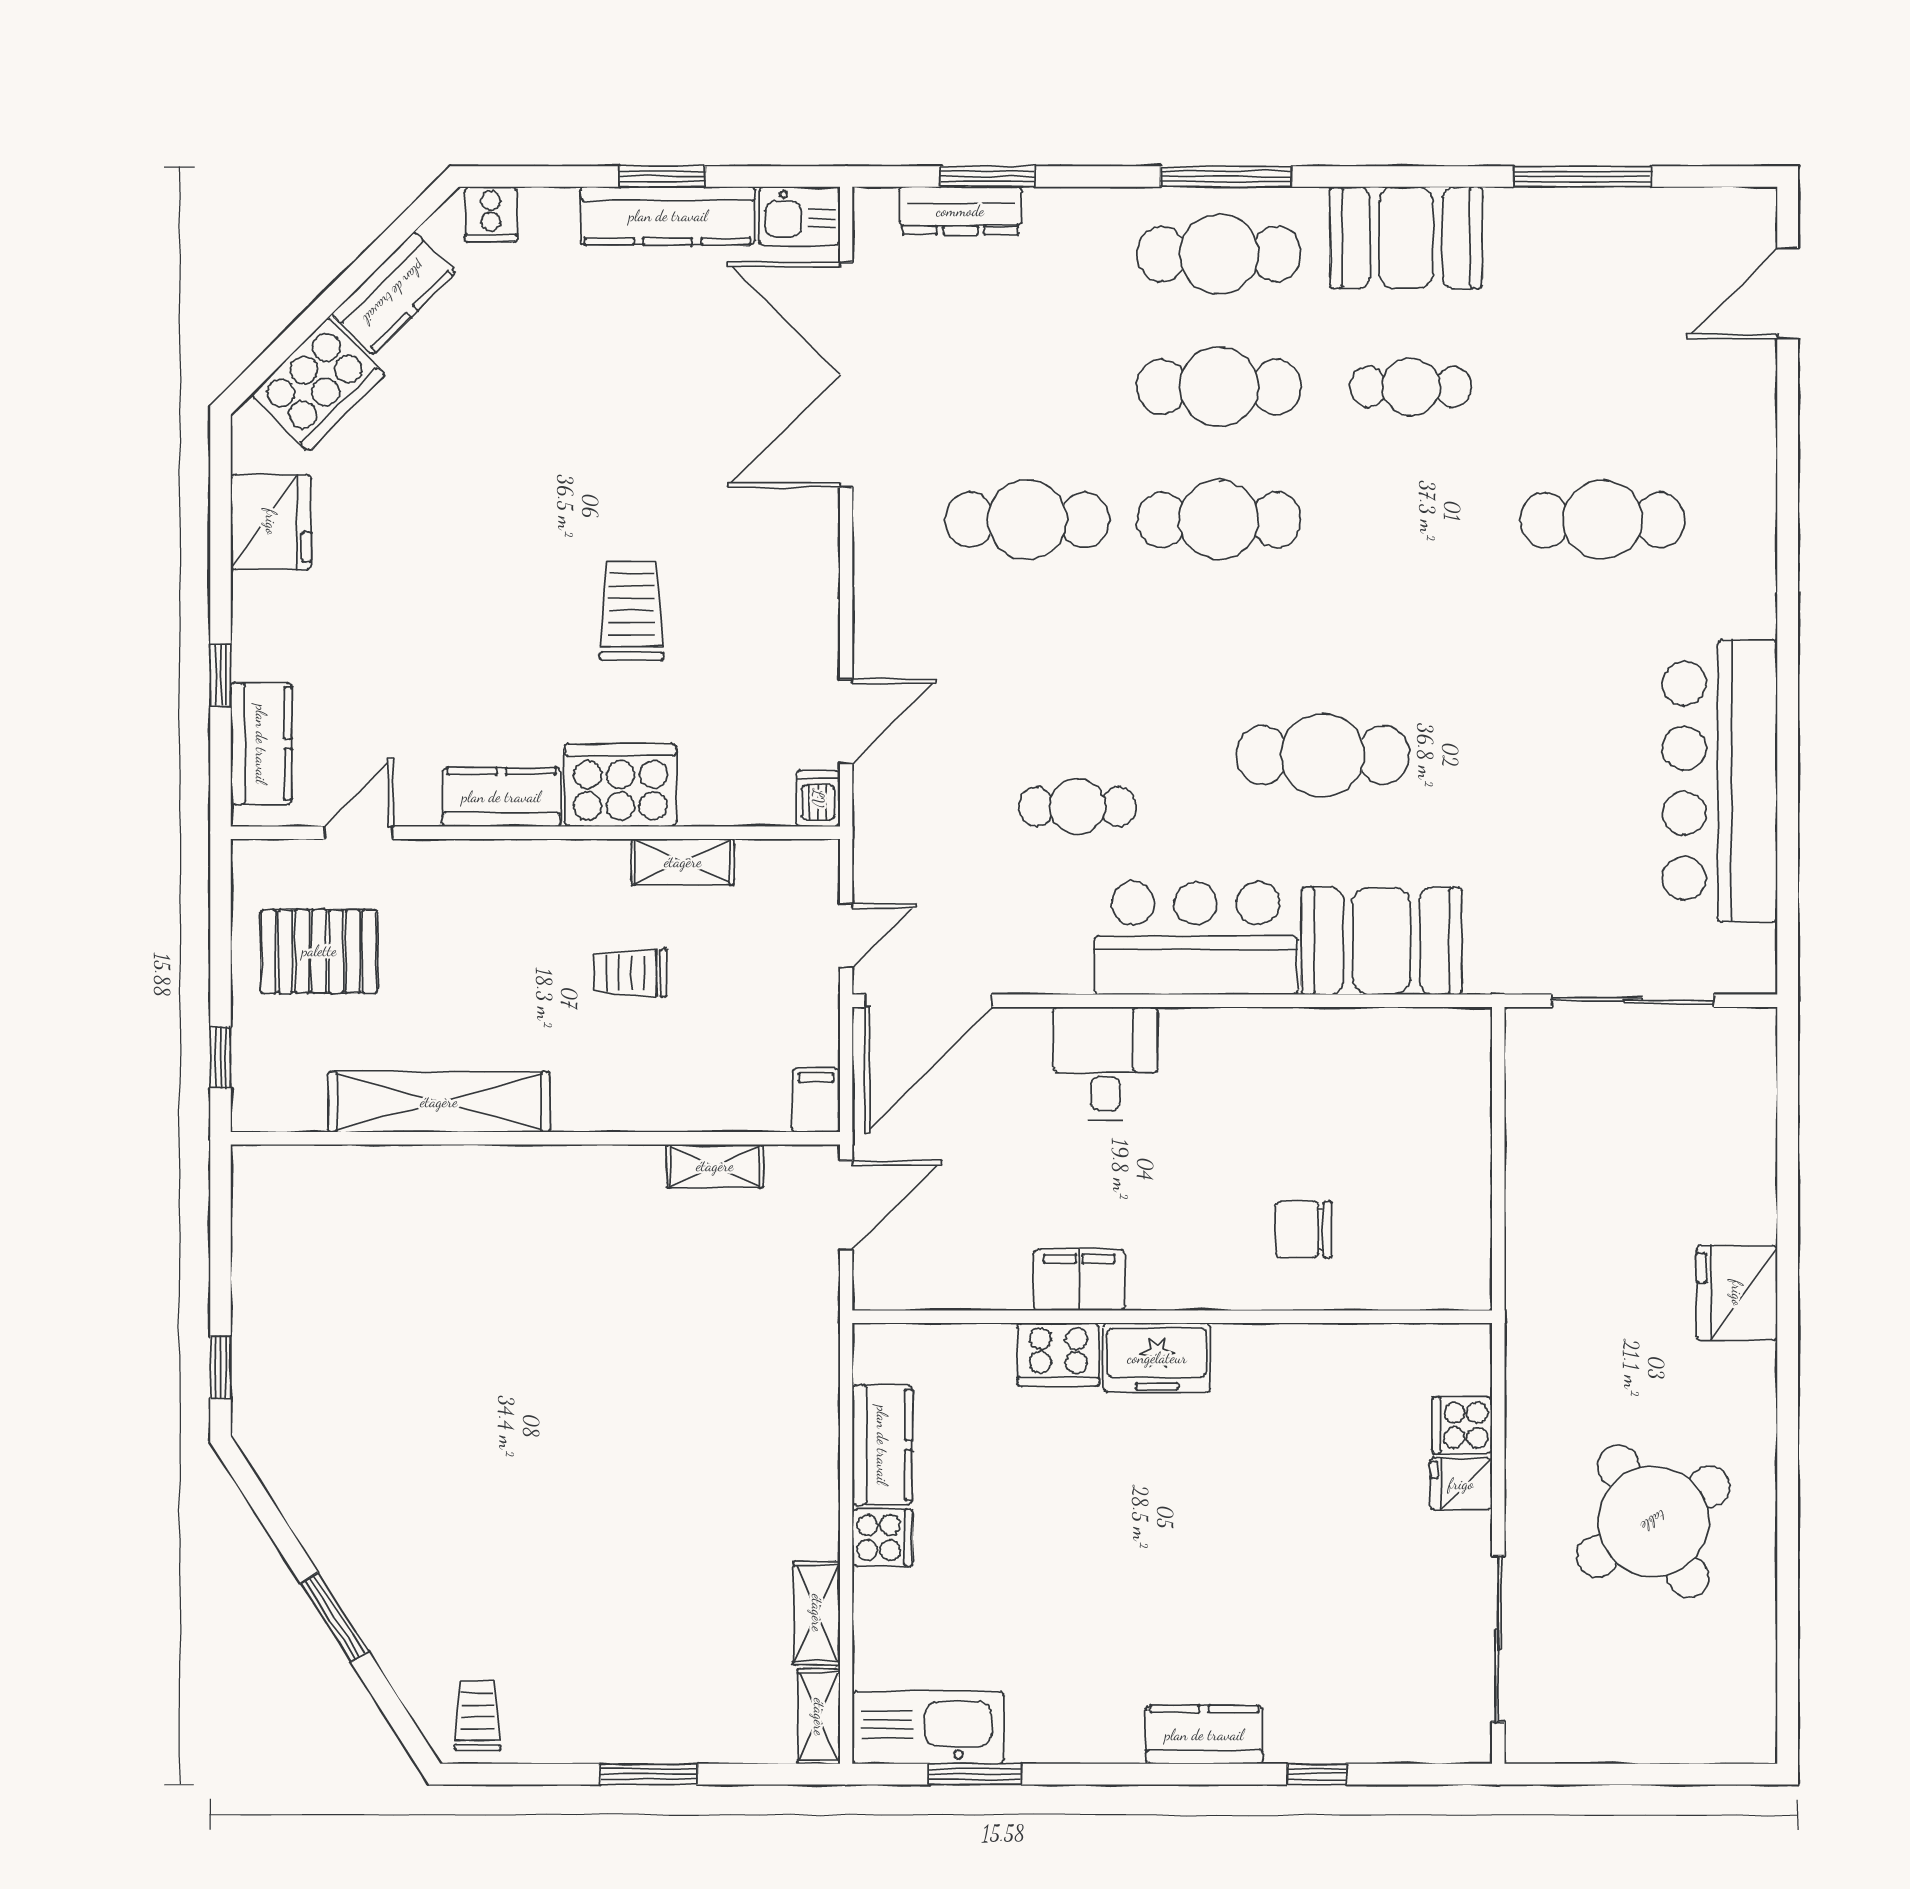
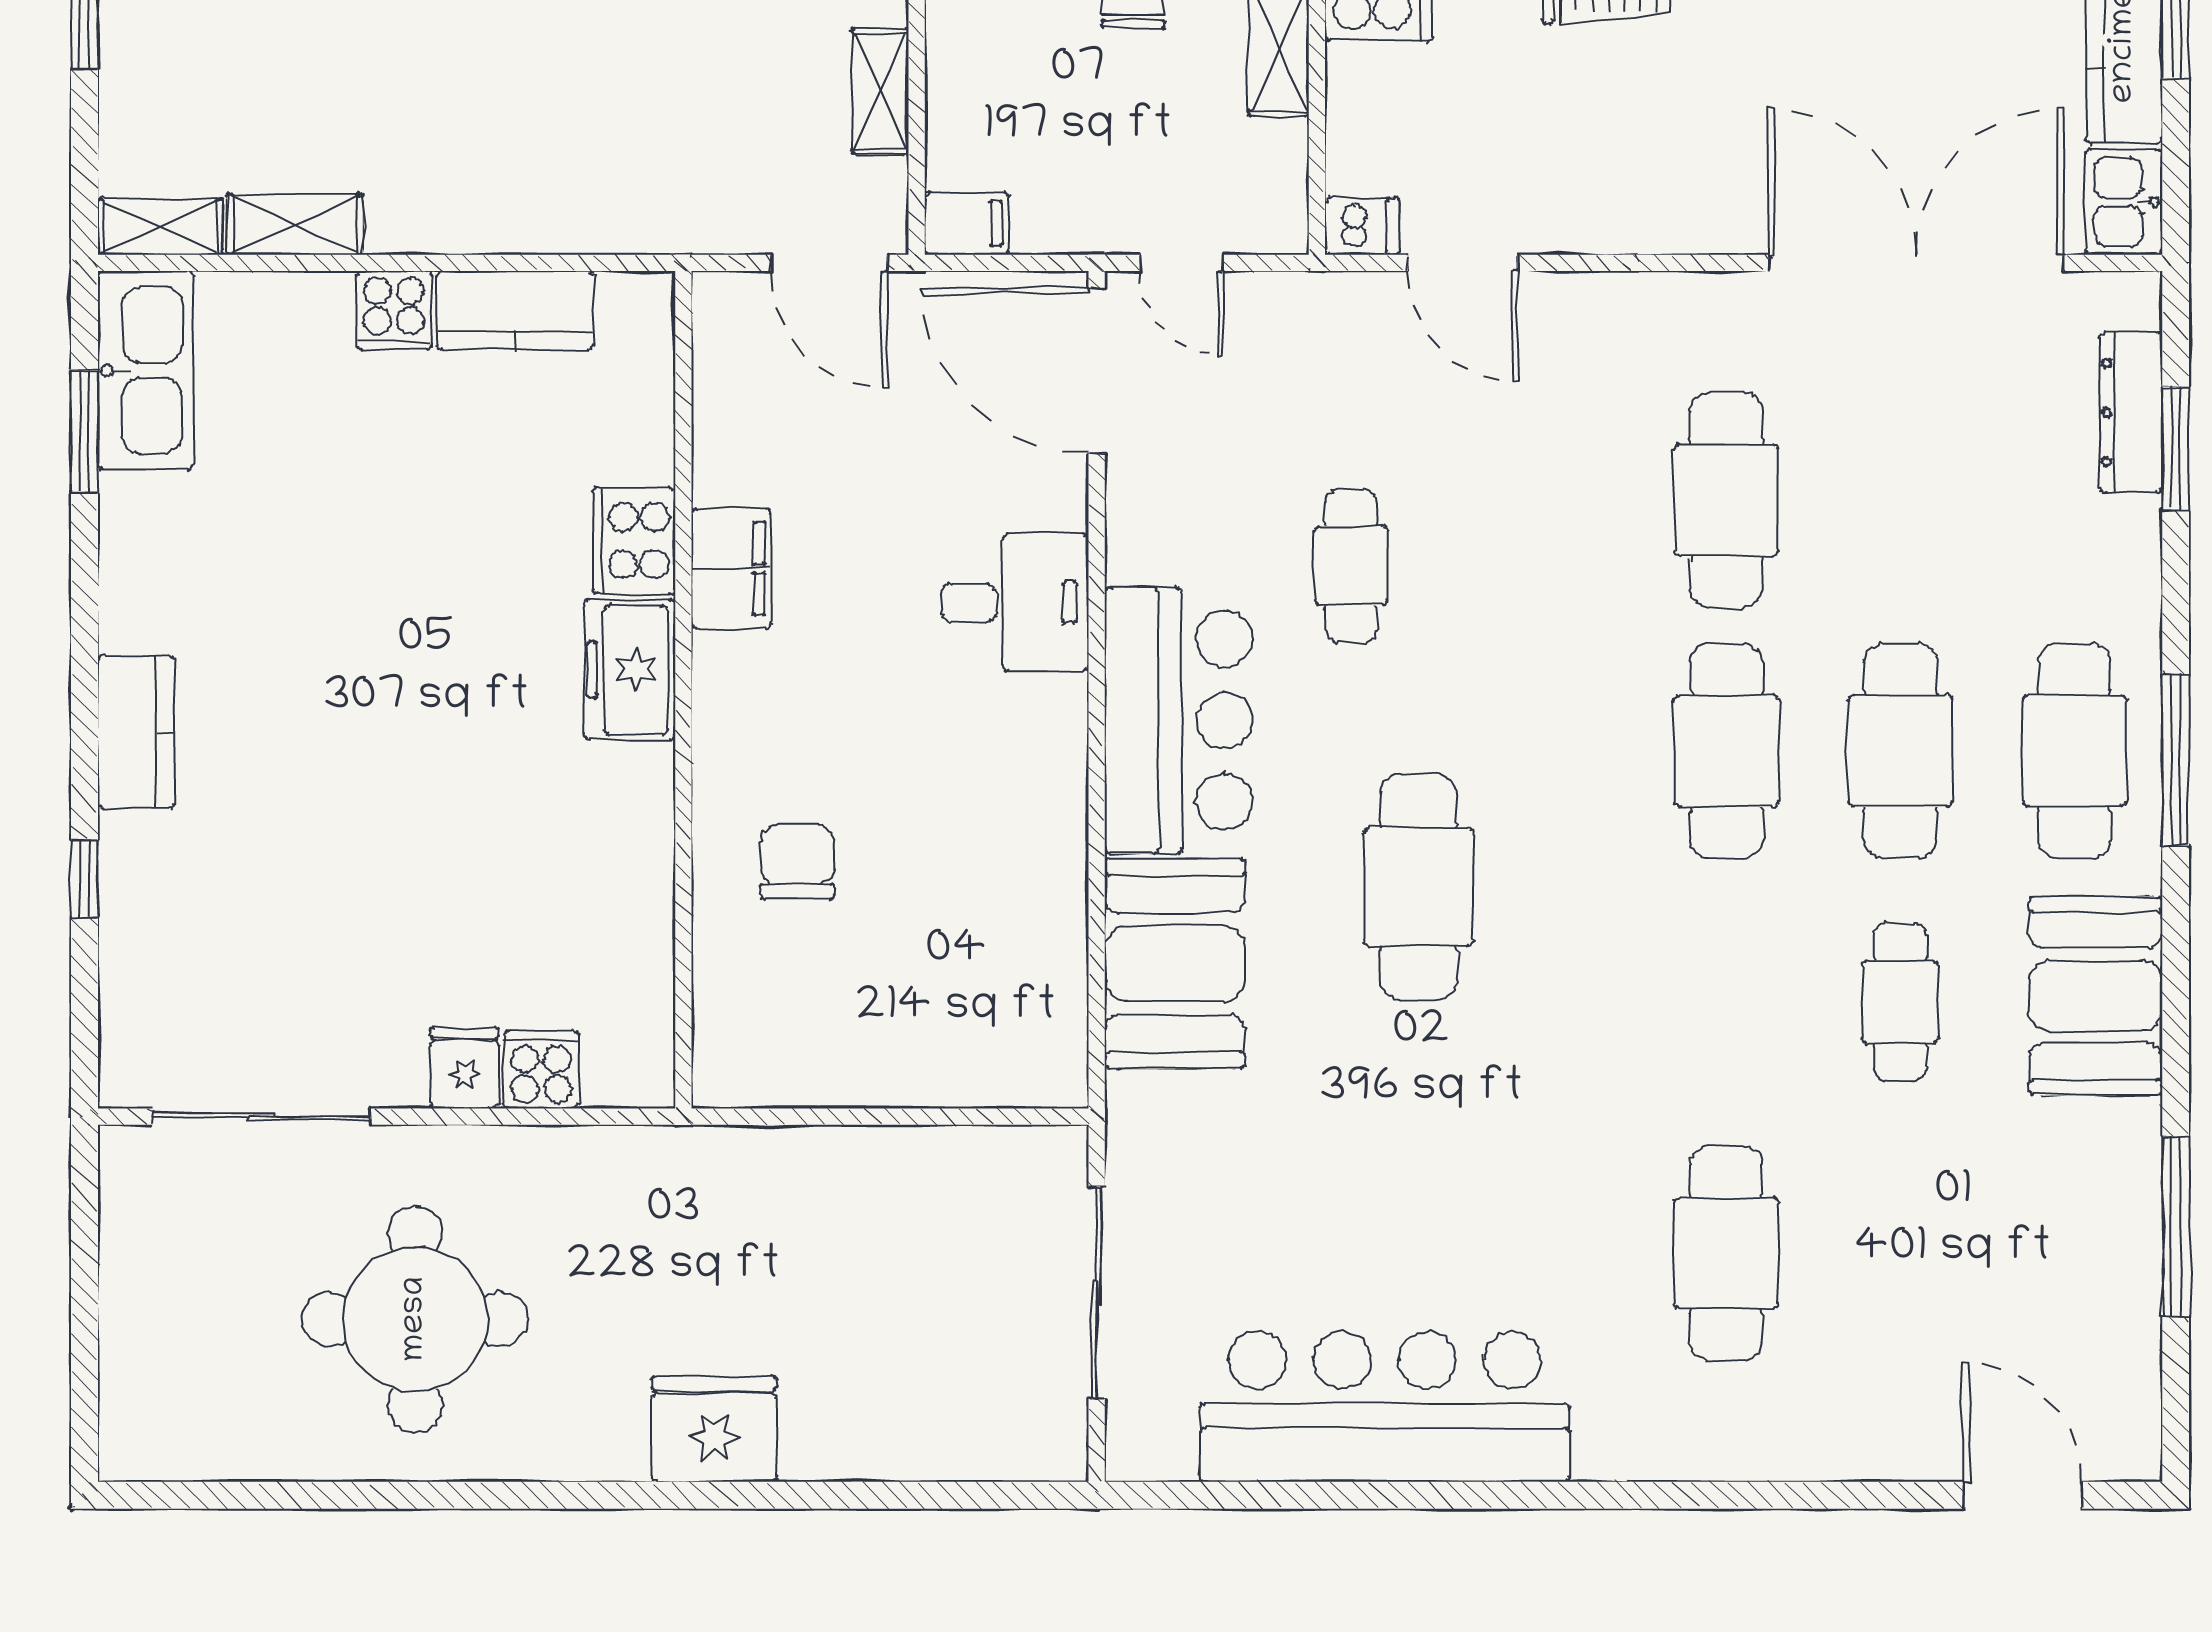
round table: (1653, 1521) -> (415, 1319), turned 32

